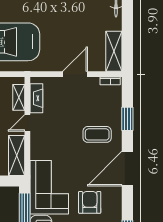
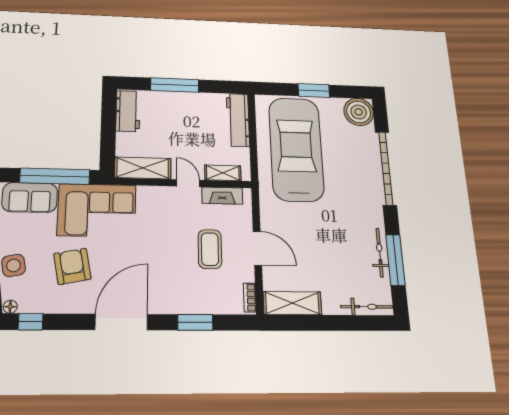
coffee table: (97, 134) -> (210, 249), moved
door: (127, 168) -> (121, 322), hinge flipped
armchair: (90, 202) -> (72, 266), turned -101

